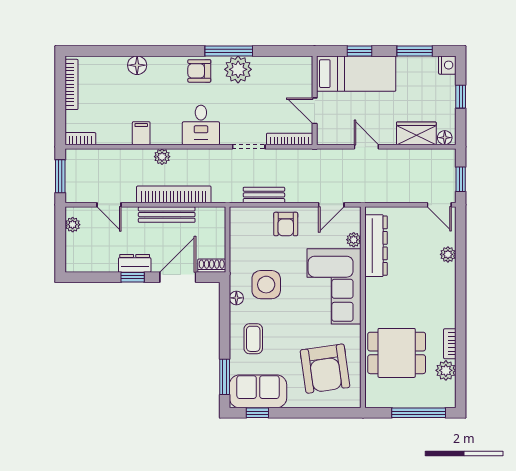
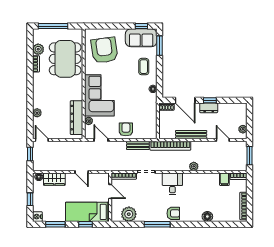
plant: (238, 69) -> (129, 214), moved
filing cabinet: (141, 133) -> (224, 179), moved
bookcase: (174, 194) -> (170, 146), moved
door: (331, 205) -> (101, 140), hinge flipped
door: (178, 277) -> (185, 100), hinge flipped
side table: (266, 285) -> (137, 96), removed
dining table: (397, 353) -> (65, 59), width x1.38

